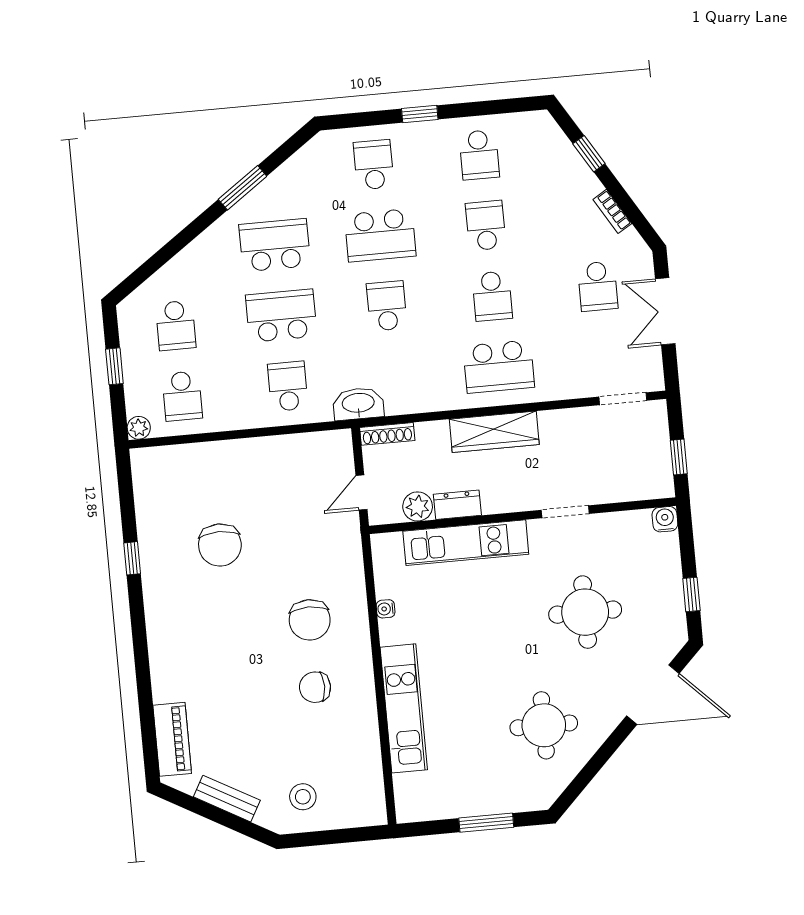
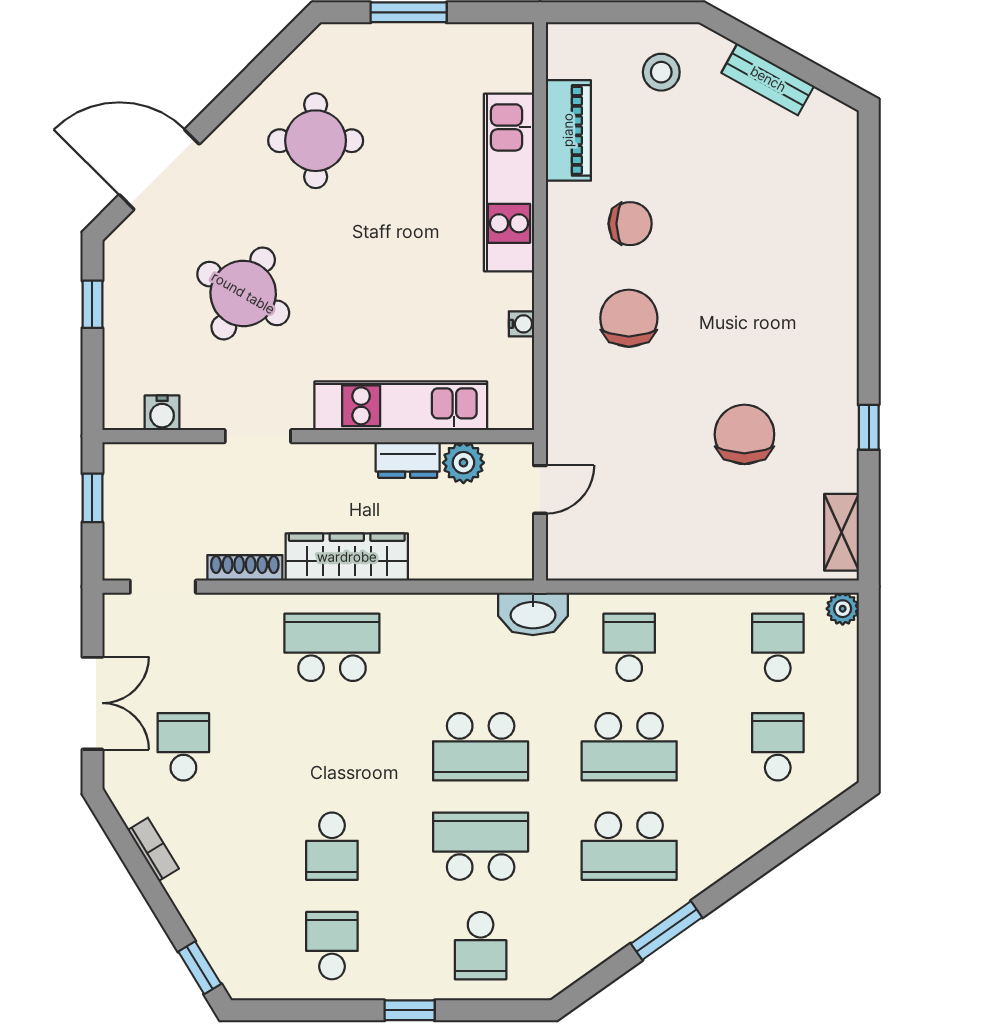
window: (589, 154) -> (200, 968), moved
school desk: (492, 296) -> (332, 747), removed
school desk: (387, 306) -> (481, 747), width x1.85
window: (114, 366) -> (869, 698), removed
school desk: (288, 386) -> (629, 647), turned 180
shoe rack: (387, 434) -> (245, 568), moved
shelving: (145, 482) -> (842, 532), added
water cooler: (665, 519) -> (162, 413), moved
round table: (585, 612) -> (243, 293), turned 30
piano: (172, 739) -> (568, 130), moved, turned 180

